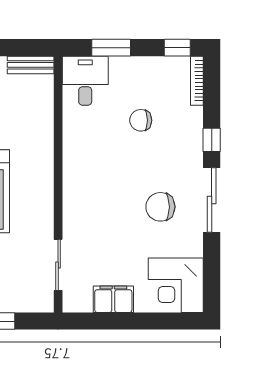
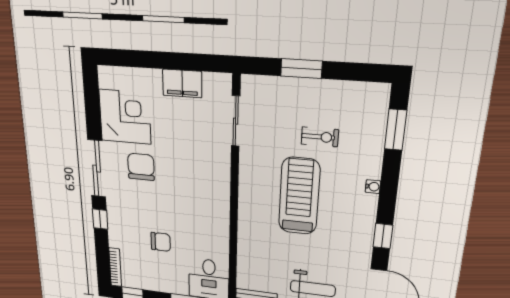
chair: (160, 207) -> (141, 167), turned -90
corner desk: (176, 285) -> (125, 117), moved

